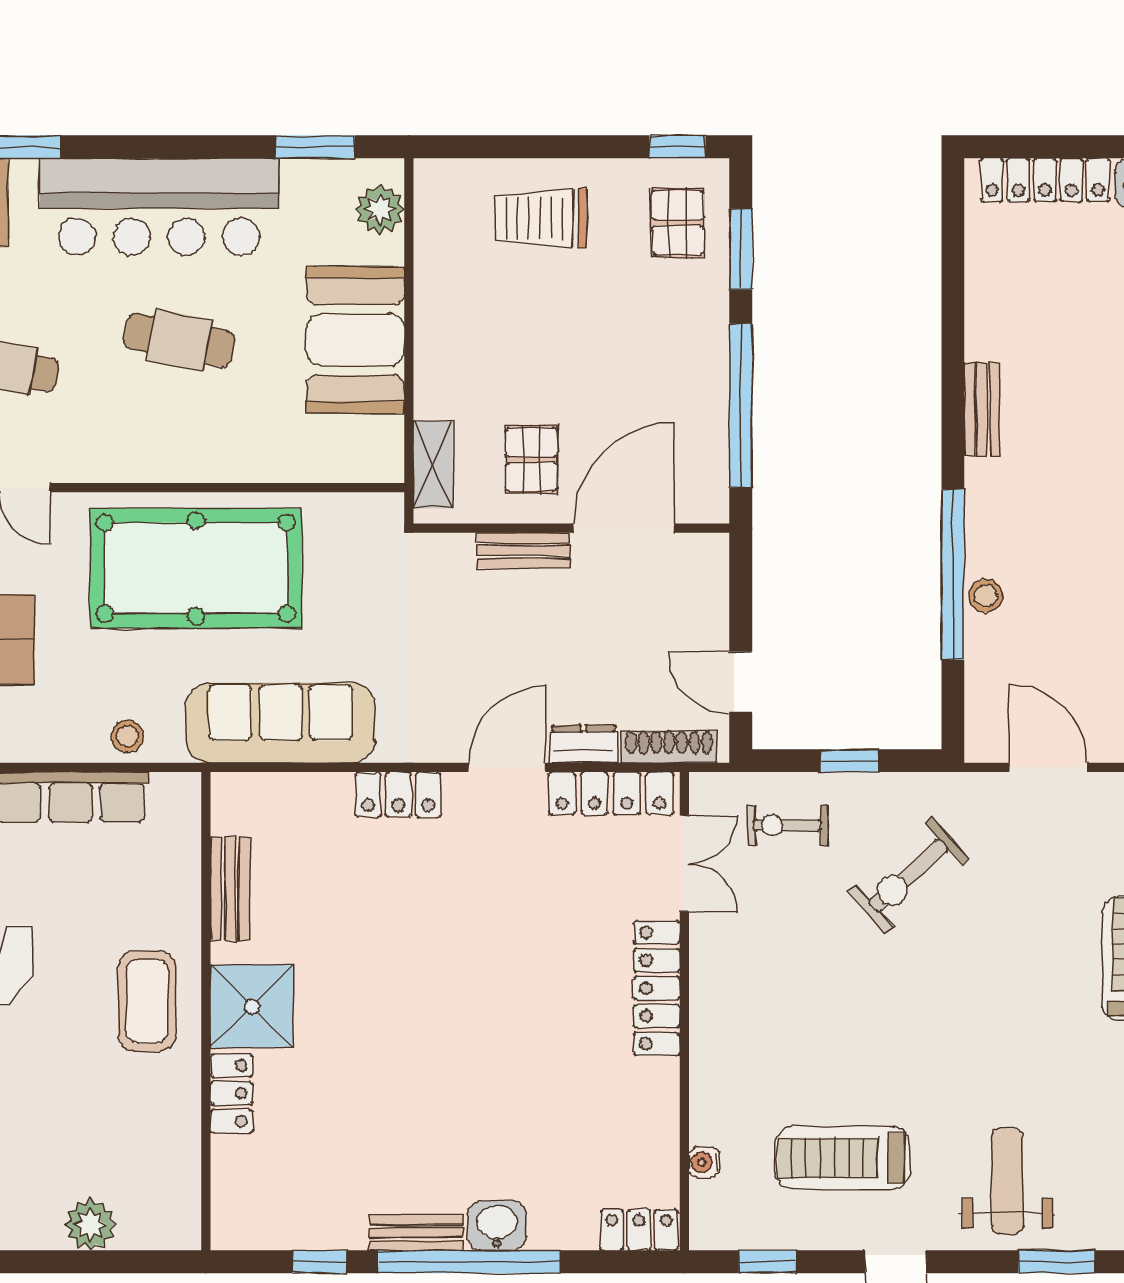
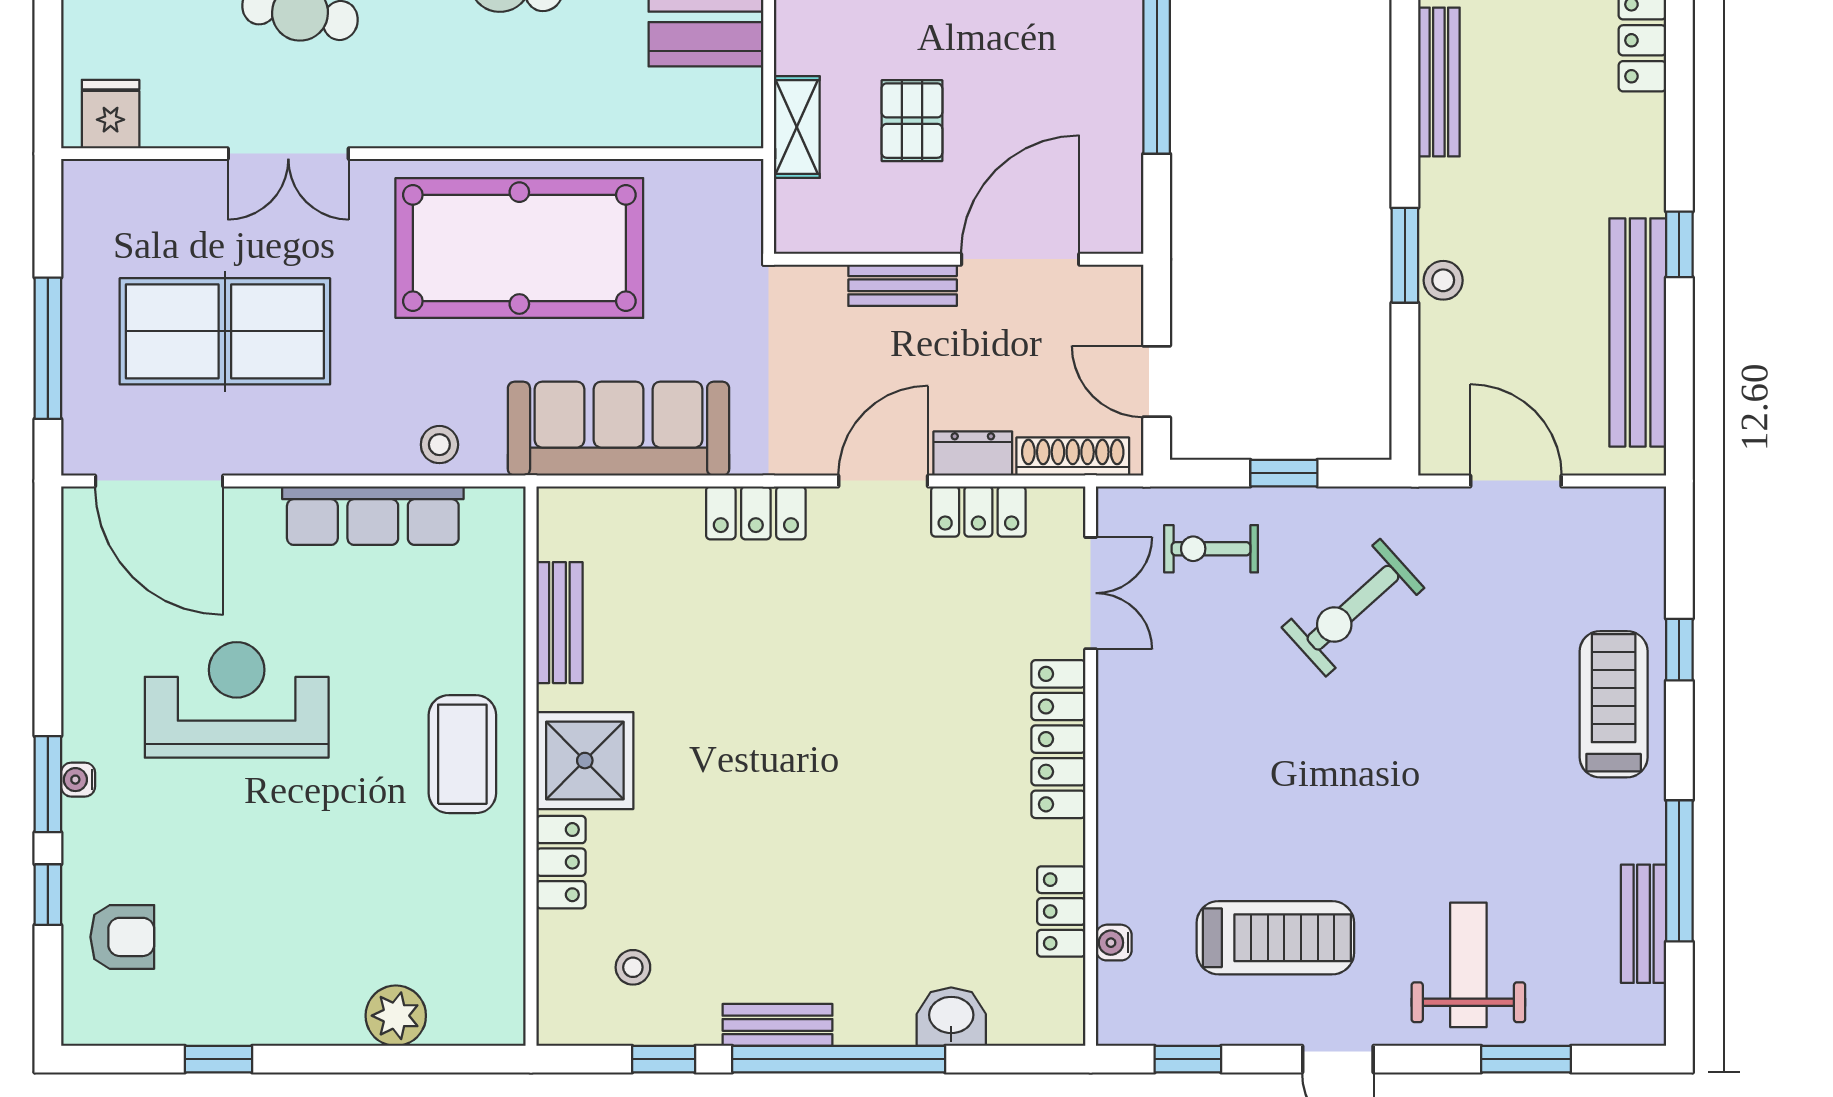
bench: (982, 409) -> (1439, 82), width x1.36
wall: (571, 528) -> (959, 259), moved
door: (624, 528) -> (1020, 259), moved
bench: (523, 550) -> (903, 285), moved
window: (953, 574) -> (1405, 255), width x0.47
locker: (611, 793) -> (978, 511), width x0.66
treadmill: (842, 1158) -> (1275, 938), turned 180
stool: (293, 1183) -> (633, 967), added
washbasin: (497, 1225) -> (951, 1017), moved
locker: (639, 1230) -> (1061, 911), moved, turned -90

